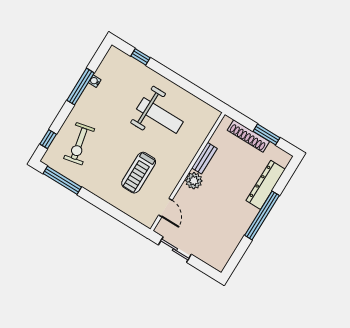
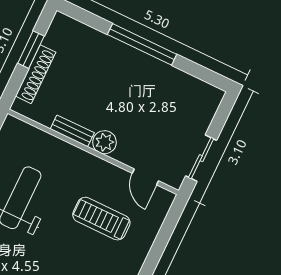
treadmill: (139, 173) -> (101, 219), turned 180
dresser: (266, 185) -> (100, 44), removed
door: (165, 208) -> (145, 177), swing flipped

